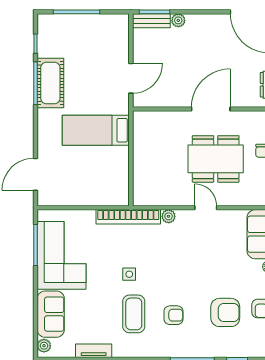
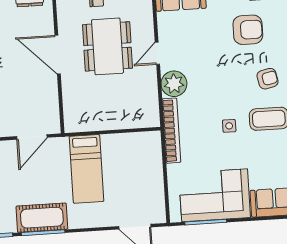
door: (131, 78) -> (32, 137), swing flipped
plant: (169, 216) -> (174, 84), width x1.88, depth x1.88
armchair: (225, 312) -> (248, 30), moved, turned 90
armchair: (174, 315) -> (267, 79), turned 78

